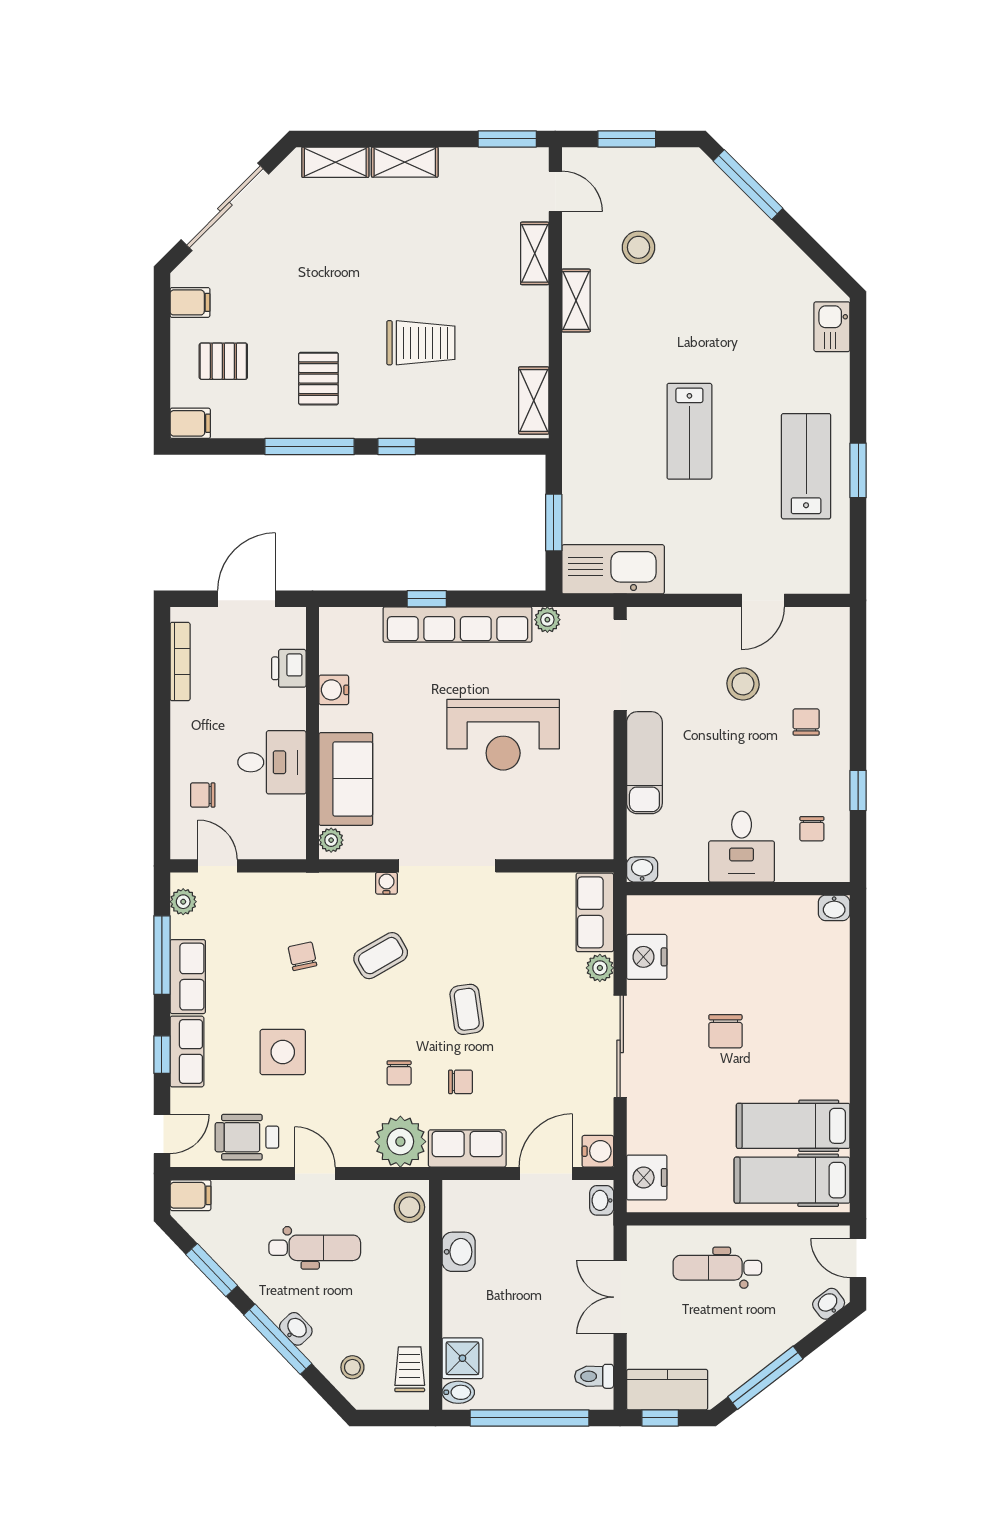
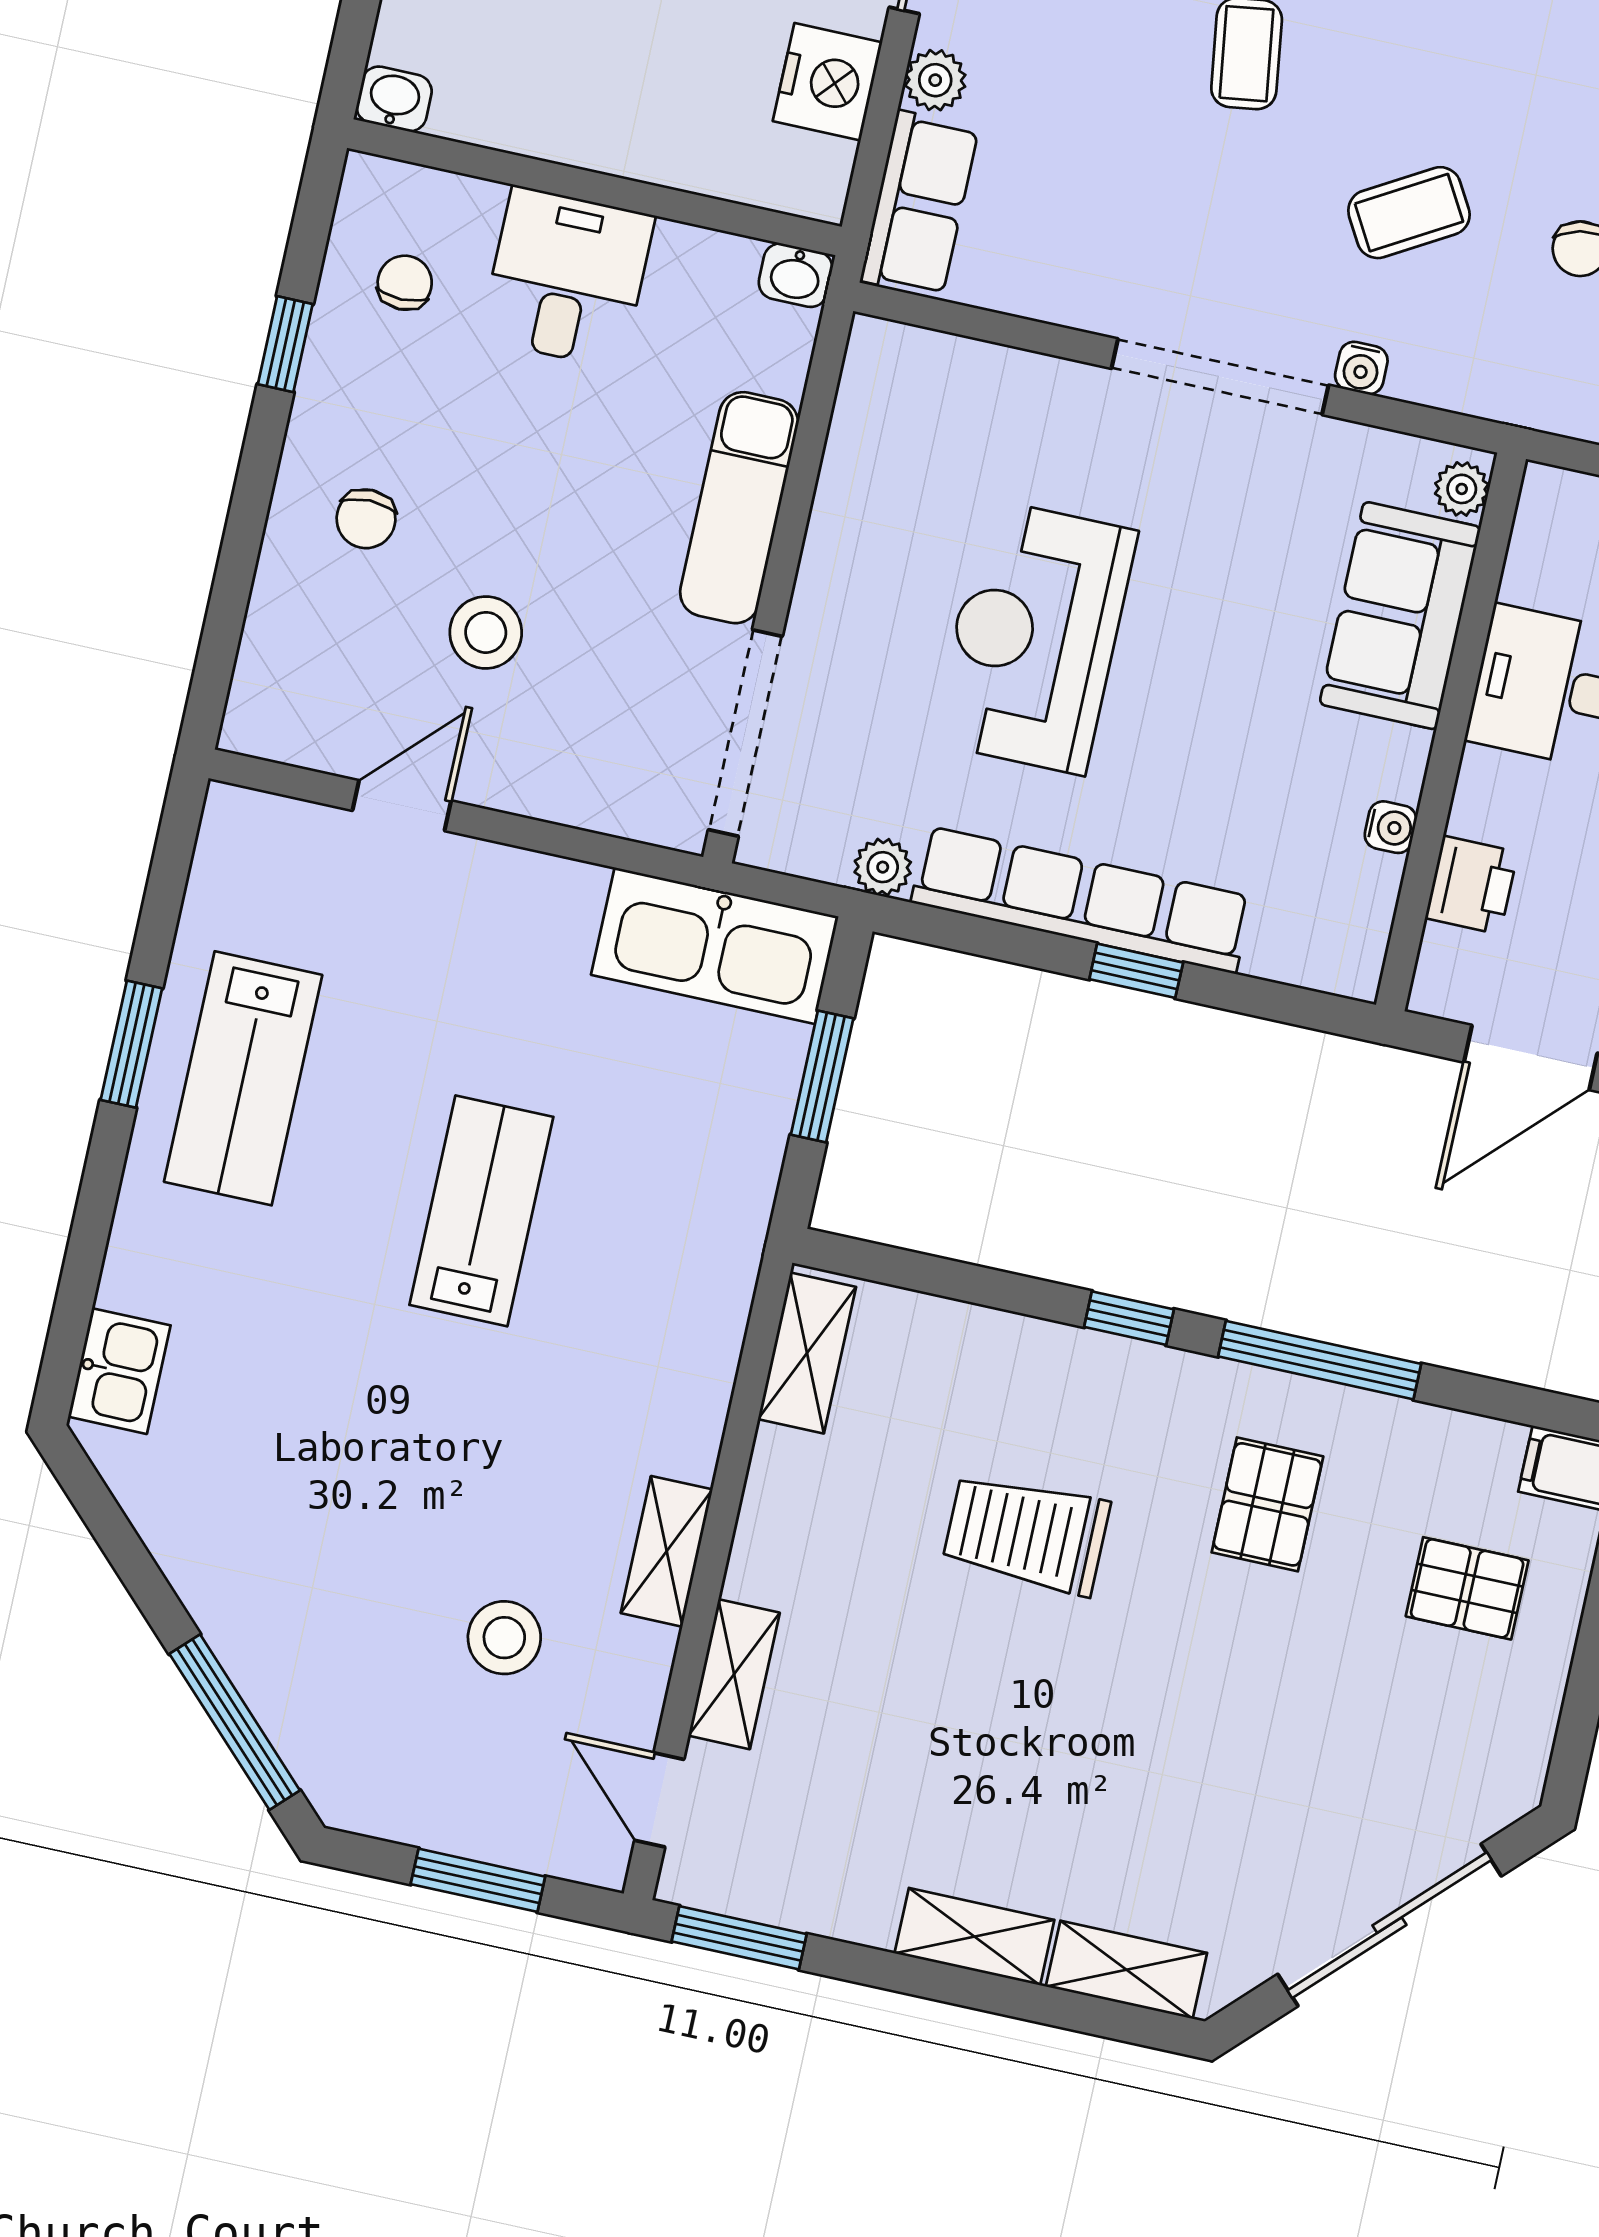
filing cabinet: (190, 302) -> (1512, 1733), removed
water cooler: (334, 690) -> (1391, 827), width x0.72, depth x0.72
reception desk: (503, 735) -> (1035, 637), turned -90

